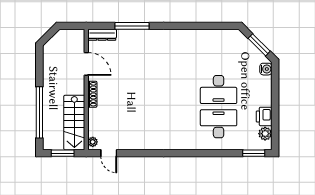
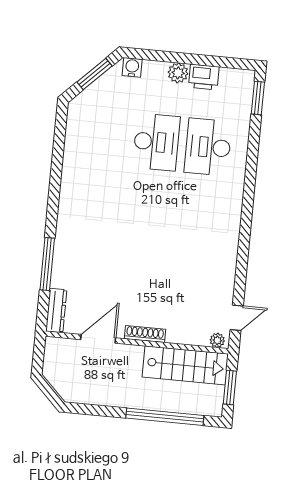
plant: (265, 134) -> (178, 73), moved

